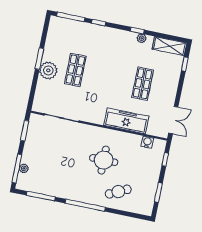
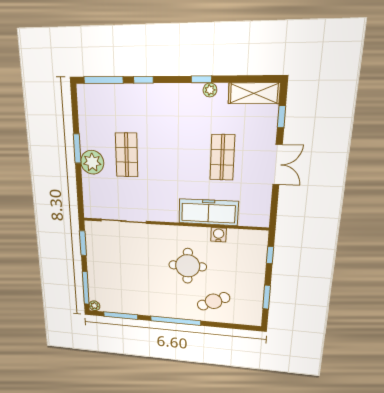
double door: (173, 120) -> (277, 165), moved
water cooler: (147, 142) -> (219, 235), moved
plant: (24, 168) -> (95, 306), moved

